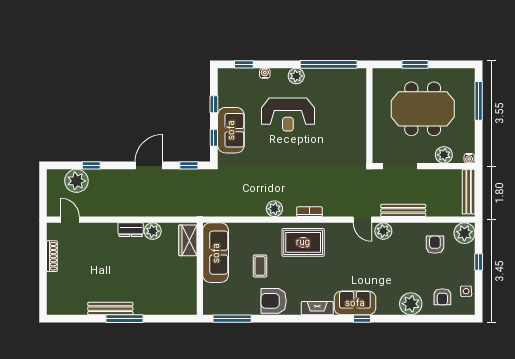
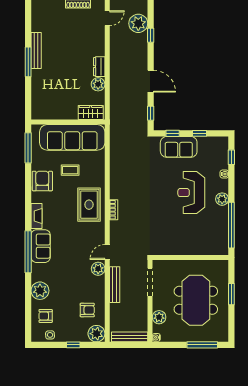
plant: (274, 209) -> (116, 182), removed
sofa: (216, 253) -> (72, 137), width x1.36, depth x1.27
window: (362, 319) -> (28, 252), width x3.17

